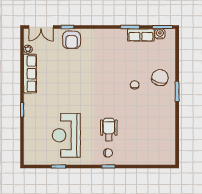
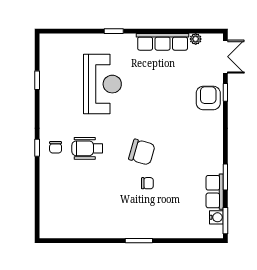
double door: (41, 27) -> (225, 57), swing flipped
armchair: (72, 40) -> (208, 98), turned 90
chair: (160, 78) -> (142, 152), moved
wheelchair: (109, 129) -> (87, 148), turned 180
reception desk: (66, 135) -> (102, 84), moved, turned 90

